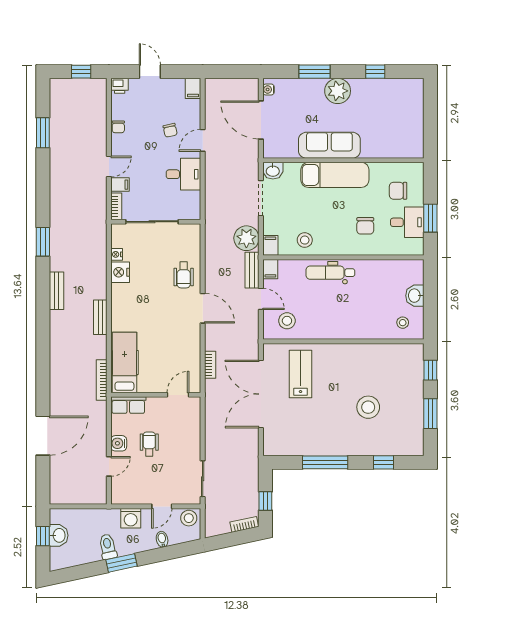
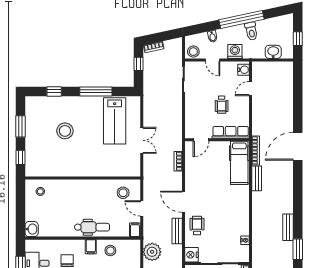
filing cabinet: (270, 245) -> (91, 247), moved
bench: (252, 270) -> (177, 231), moved
nightstand: (120, 272) -> (191, 255), moved, turned 180
bench: (57, 291) -> (288, 227), moved
washbasin: (415, 296) -> (32, 229), moved
bench: (100, 317) -> (257, 178), moved
lab bench: (301, 374) -> (115, 121), moved, width x1.36, depth x1.39
double door: (261, 394) -> (142, 140), width x0.54
row of seats: (128, 405) -> (231, 132), width x1.48
door: (43, 436) -> (298, 146), moved
water cooler: (119, 443) -> (244, 70), moved
door: (162, 506) -> (213, 60), swing flipped
washbasin: (59, 535) -> (273, 52), moved, turned 90
window: (121, 563) -> (241, 19), width x2.11

